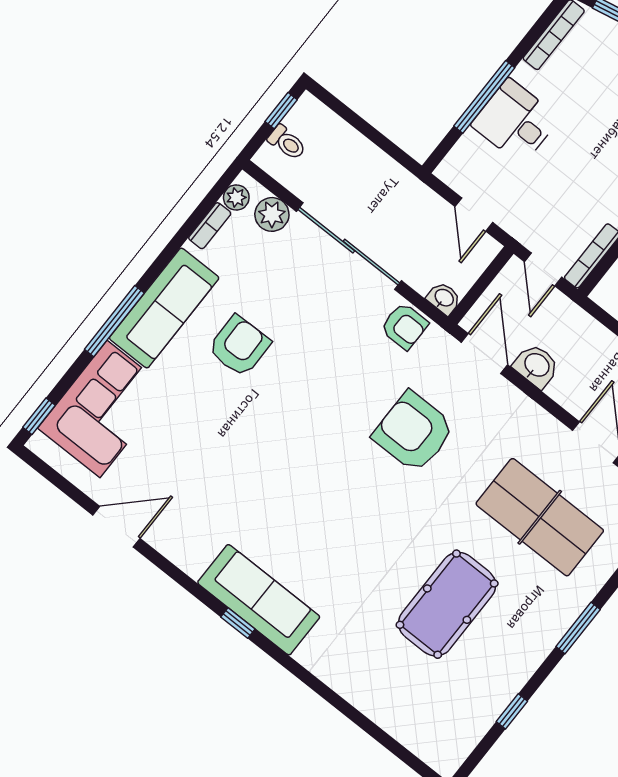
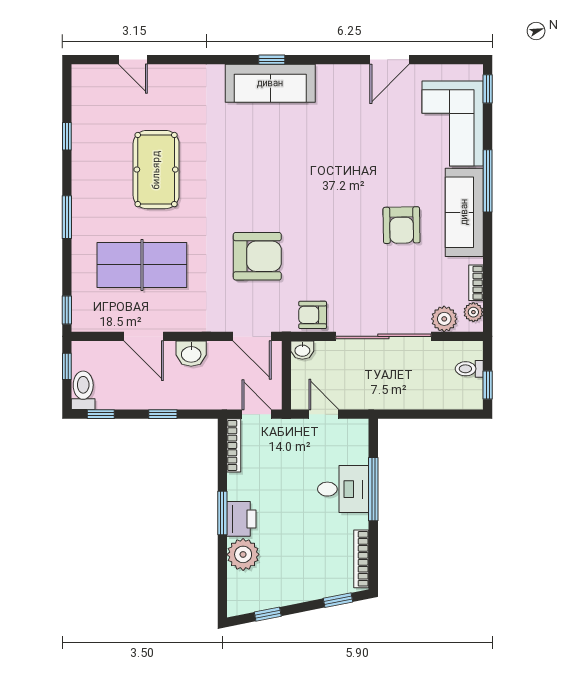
washbasin: (536, 366) -> (191, 354), moved
door: (381, 736) -> (133, 60), added

